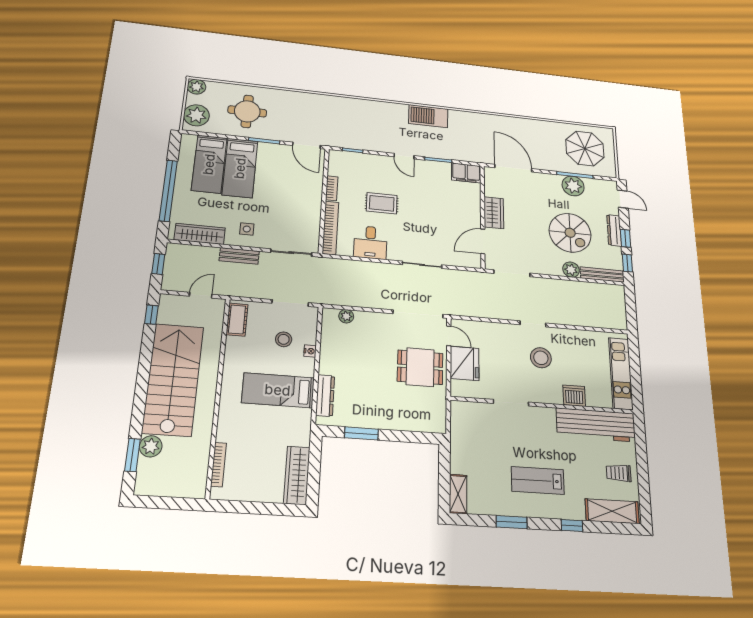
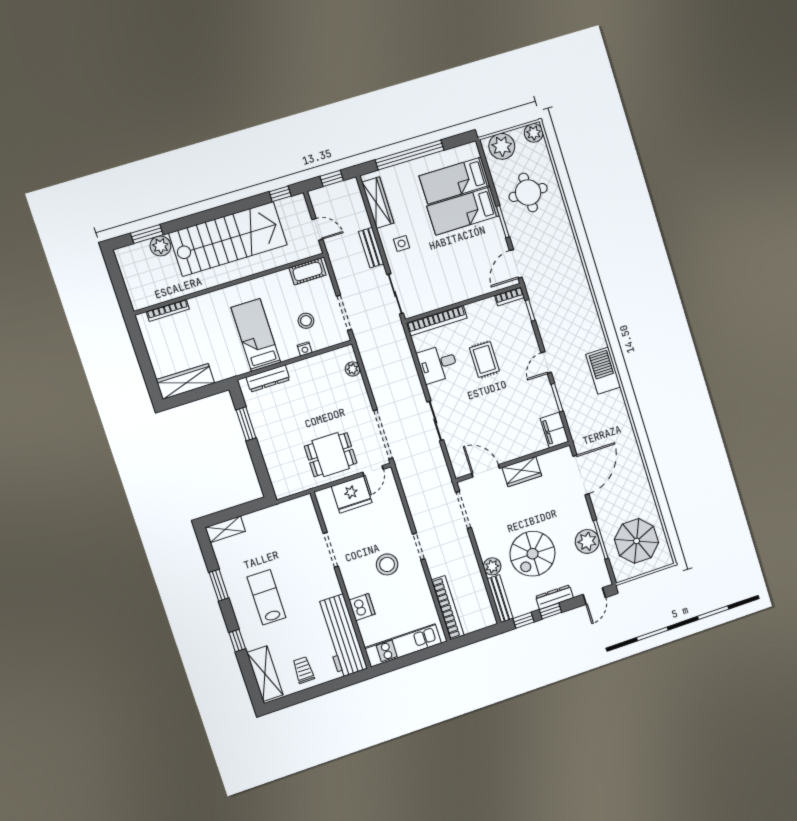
bookcase: (332, 188) -> (509, 296), moved
bookcase: (597, 321) -> (448, 608), added
dining table: (420, 367) -> (331, 455), turned 90

